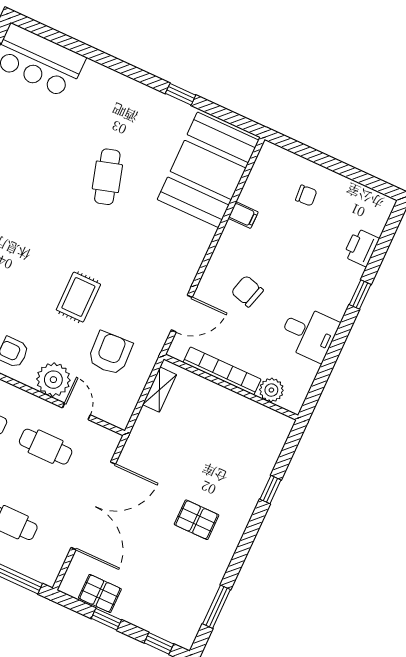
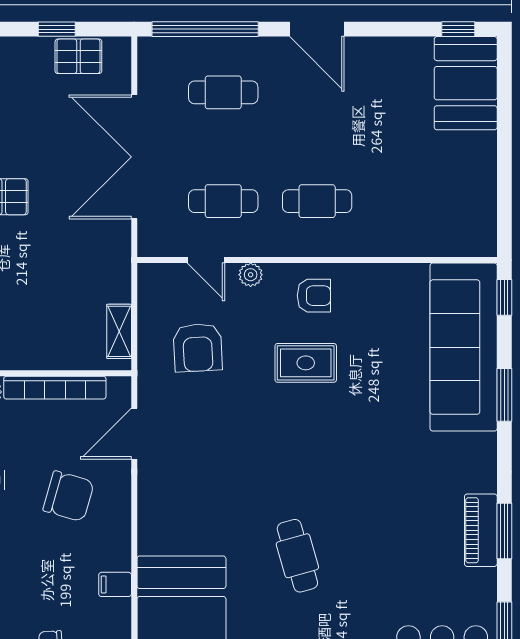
chair: (247, 291) -> (69, 496), width x1.37, depth x1.37
rug: (78, 297) -> (306, 363), moved, turned 90
plant: (53, 380) -> (251, 275), width x0.53, depth x0.53

